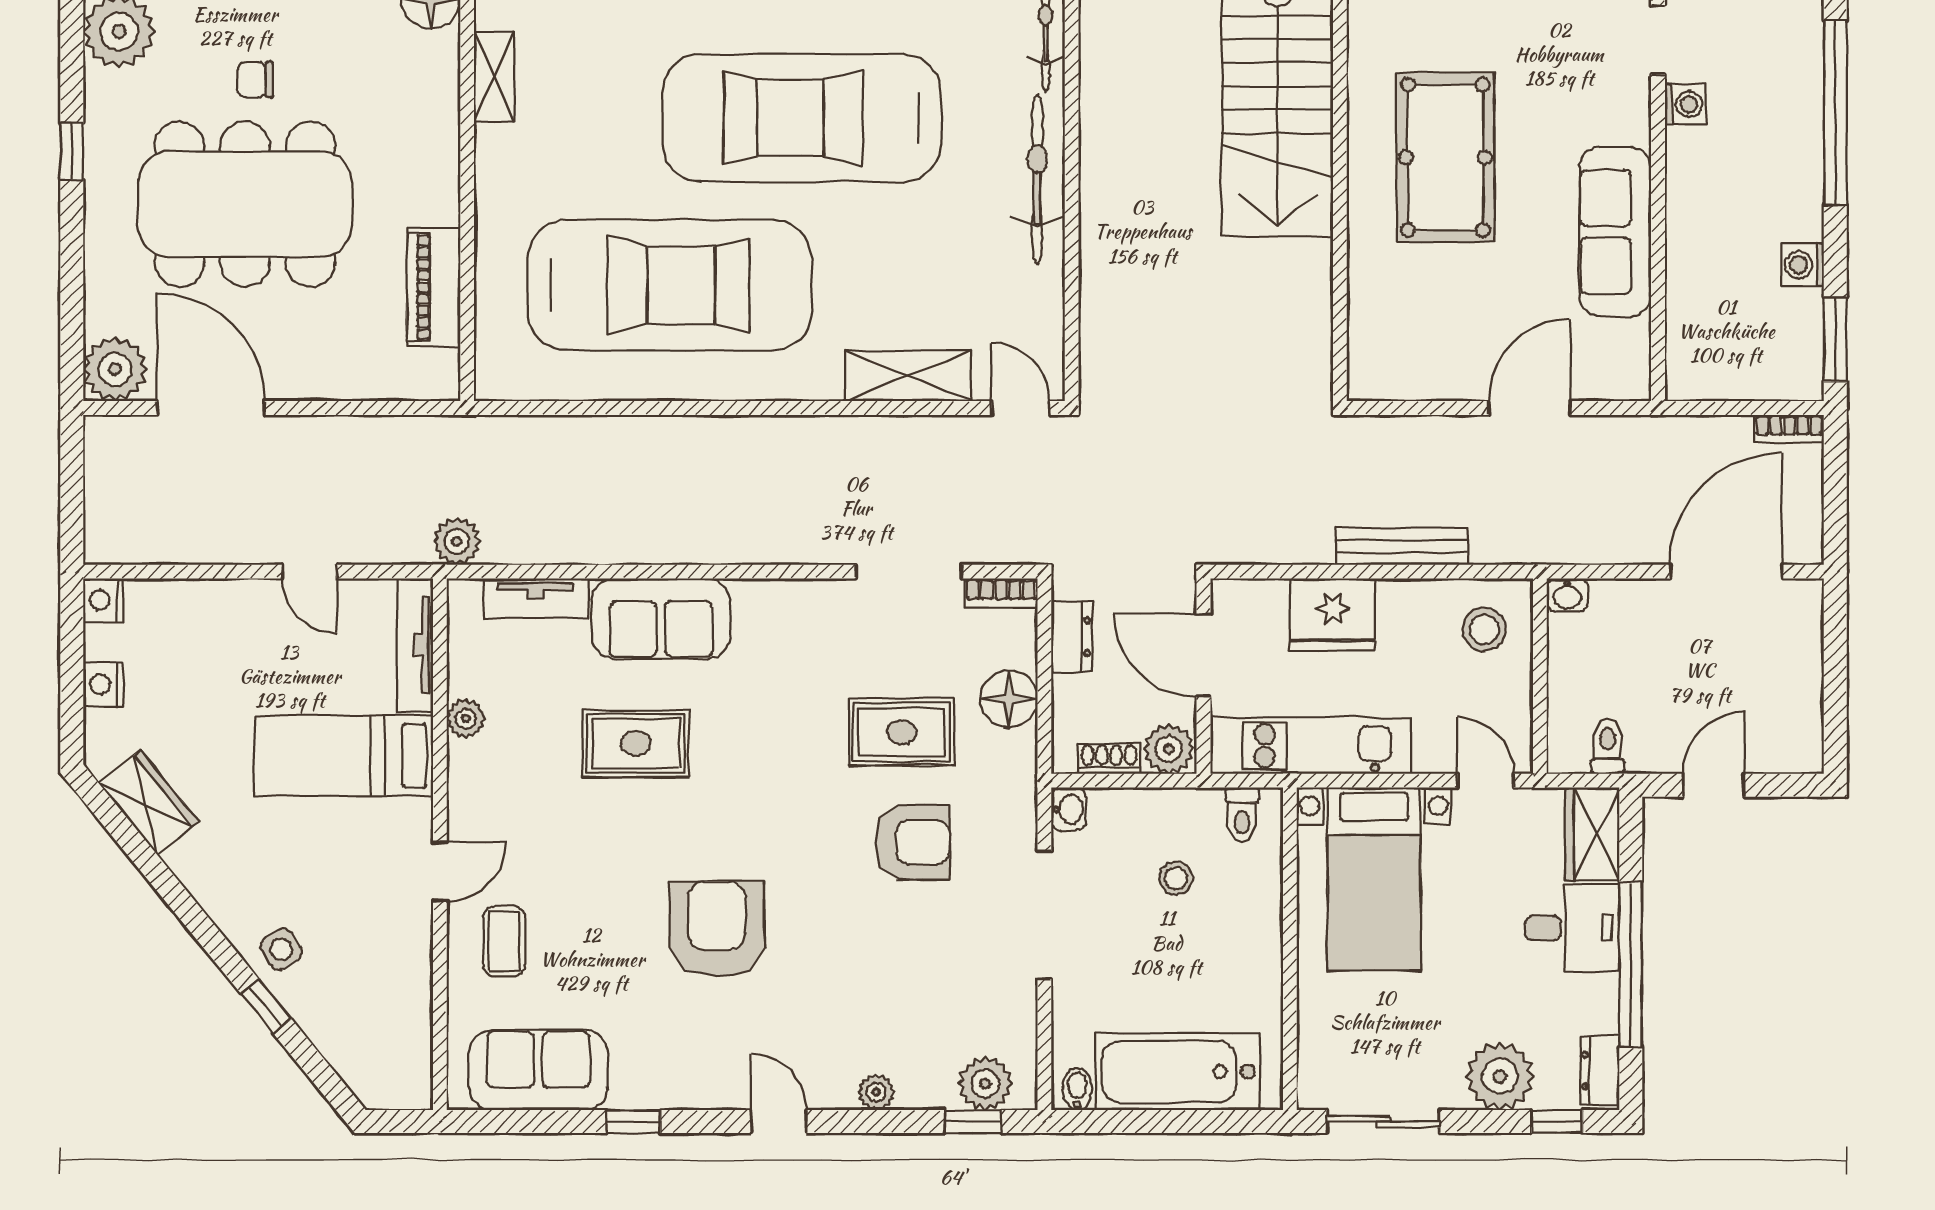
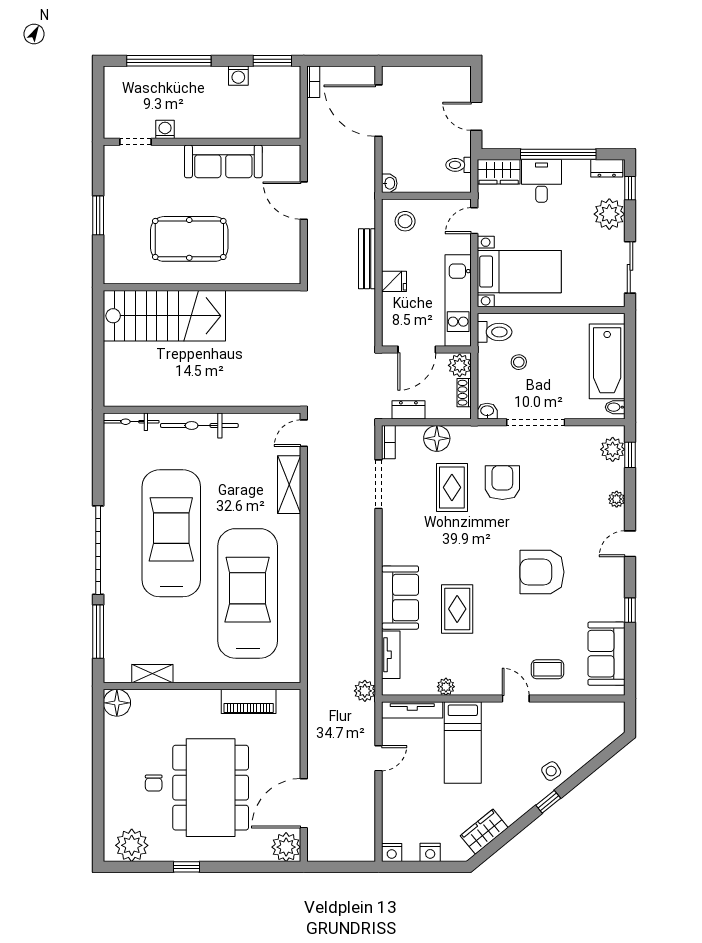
car: (802, 118) -> (171, 533), turned 180
fridge: (1333, 615) -> (394, 281), width x0.53, depth x0.75
toilet: (1242, 815) -> (495, 332), width x1.37, depth x1.39
window: (266, 1006) -> (548, 802), moved

